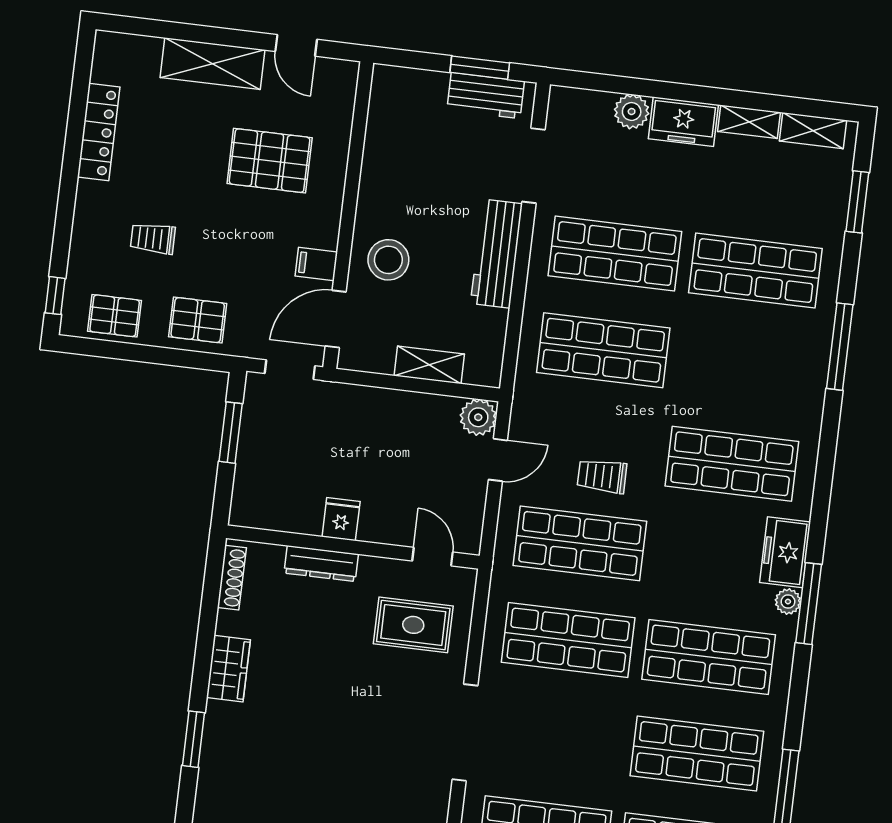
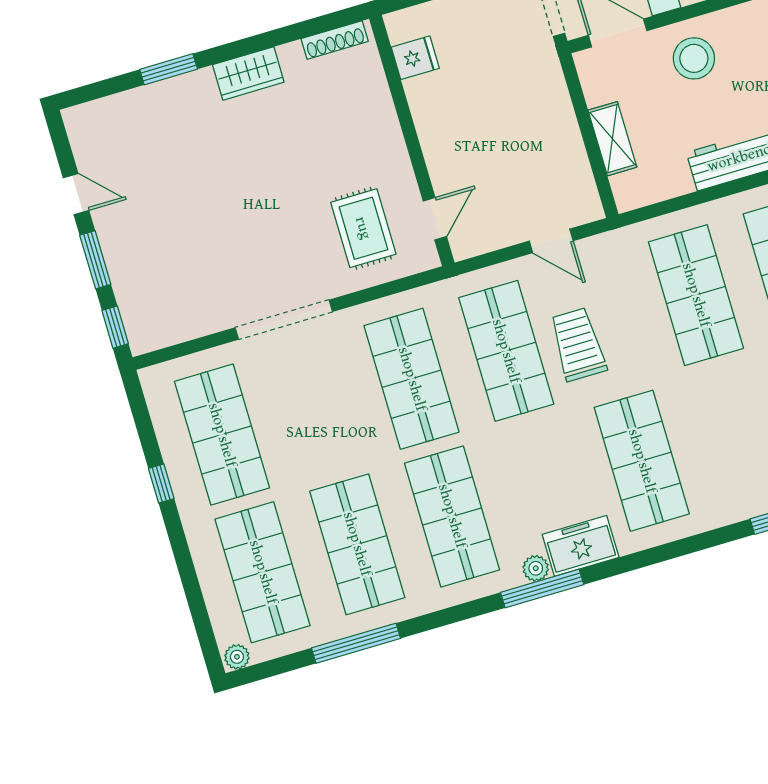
plant: (478, 417) -> (583, 205), removed
trolley: (602, 476) -> (578, 344), width x1.36, depth x1.39
fridge: (341, 519) -> (415, 58), moved
dresser: (321, 564) -> (384, 118), removed

